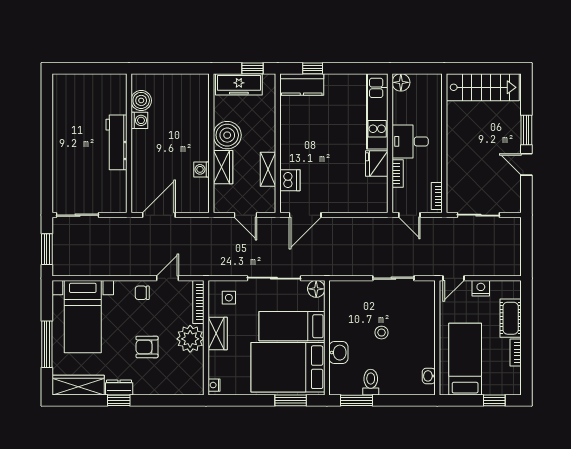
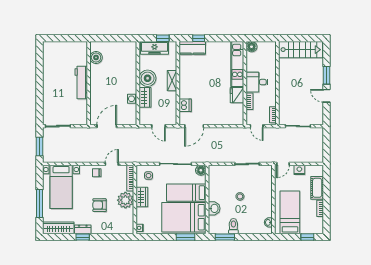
washing machine: (139, 120) -> (95, 69), removed
shelving: (268, 169) -> (172, 81), moved

